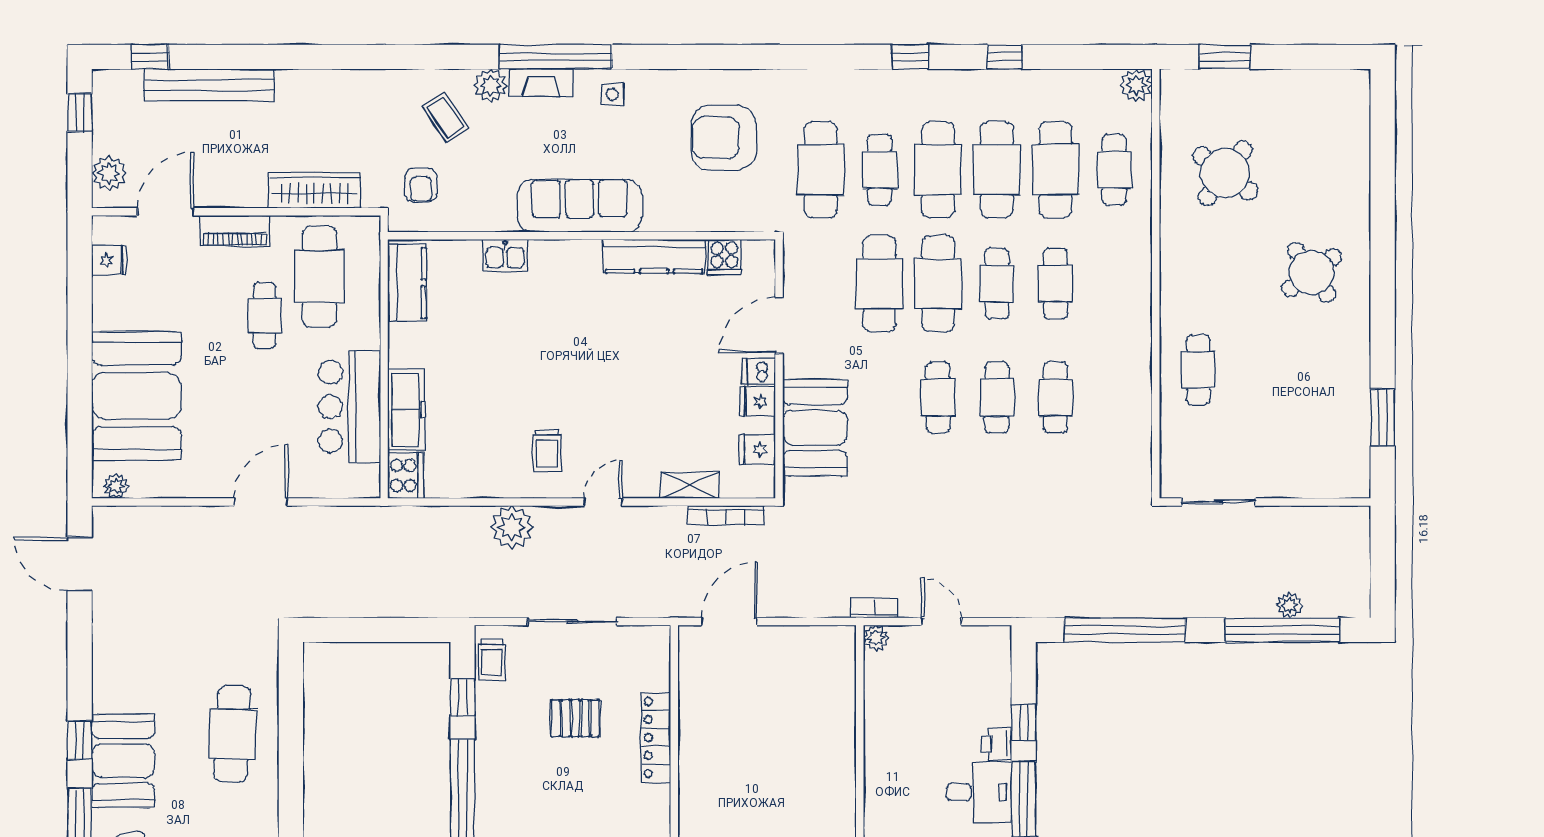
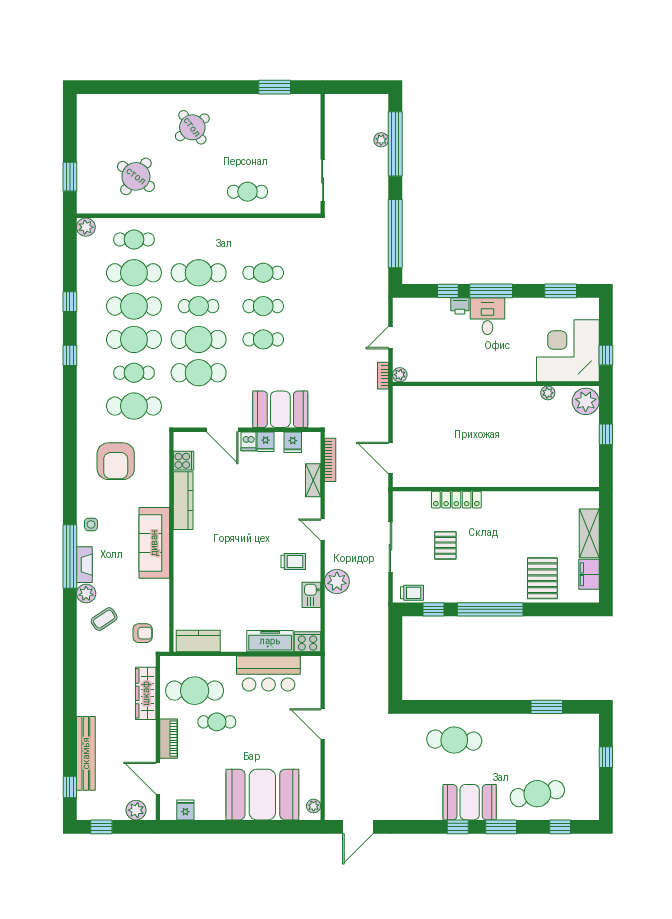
kitchen sink: (505, 255) -> (311, 595), moved, turned 180
cafe table: (1055, 284) -> (199, 273), width x1.37, depth x1.35

